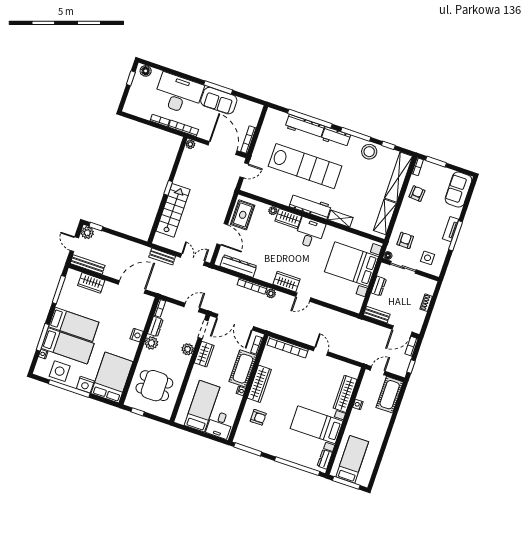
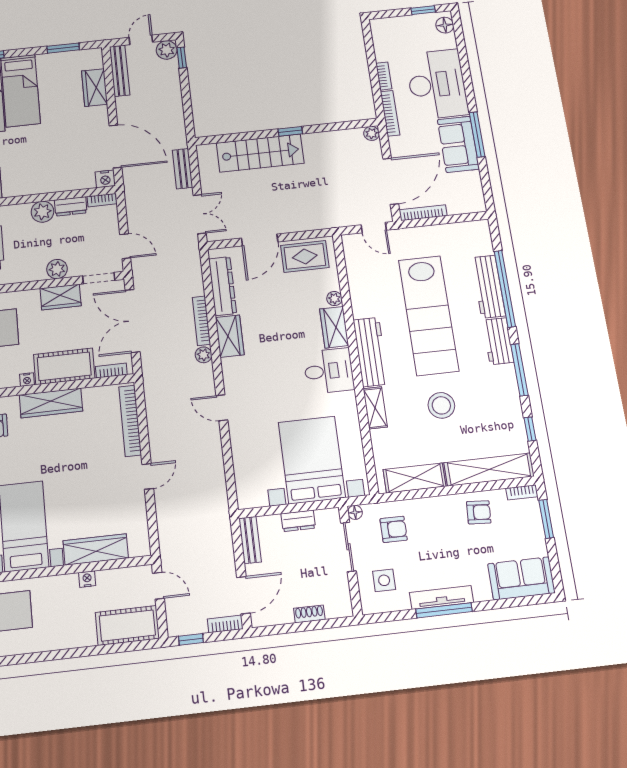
stool: (369, 152) -> (441, 405), moved
tv unit: (451, 229) -> (441, 597), width x1.41
wardrobe: (286, 282) -> (230, 336), moved
window: (59, 290) -> (63, 48), width x0.69
door: (402, 331) -> (243, 595), swing flipped
nightstand: (137, 335) -> (105, 179), moved

